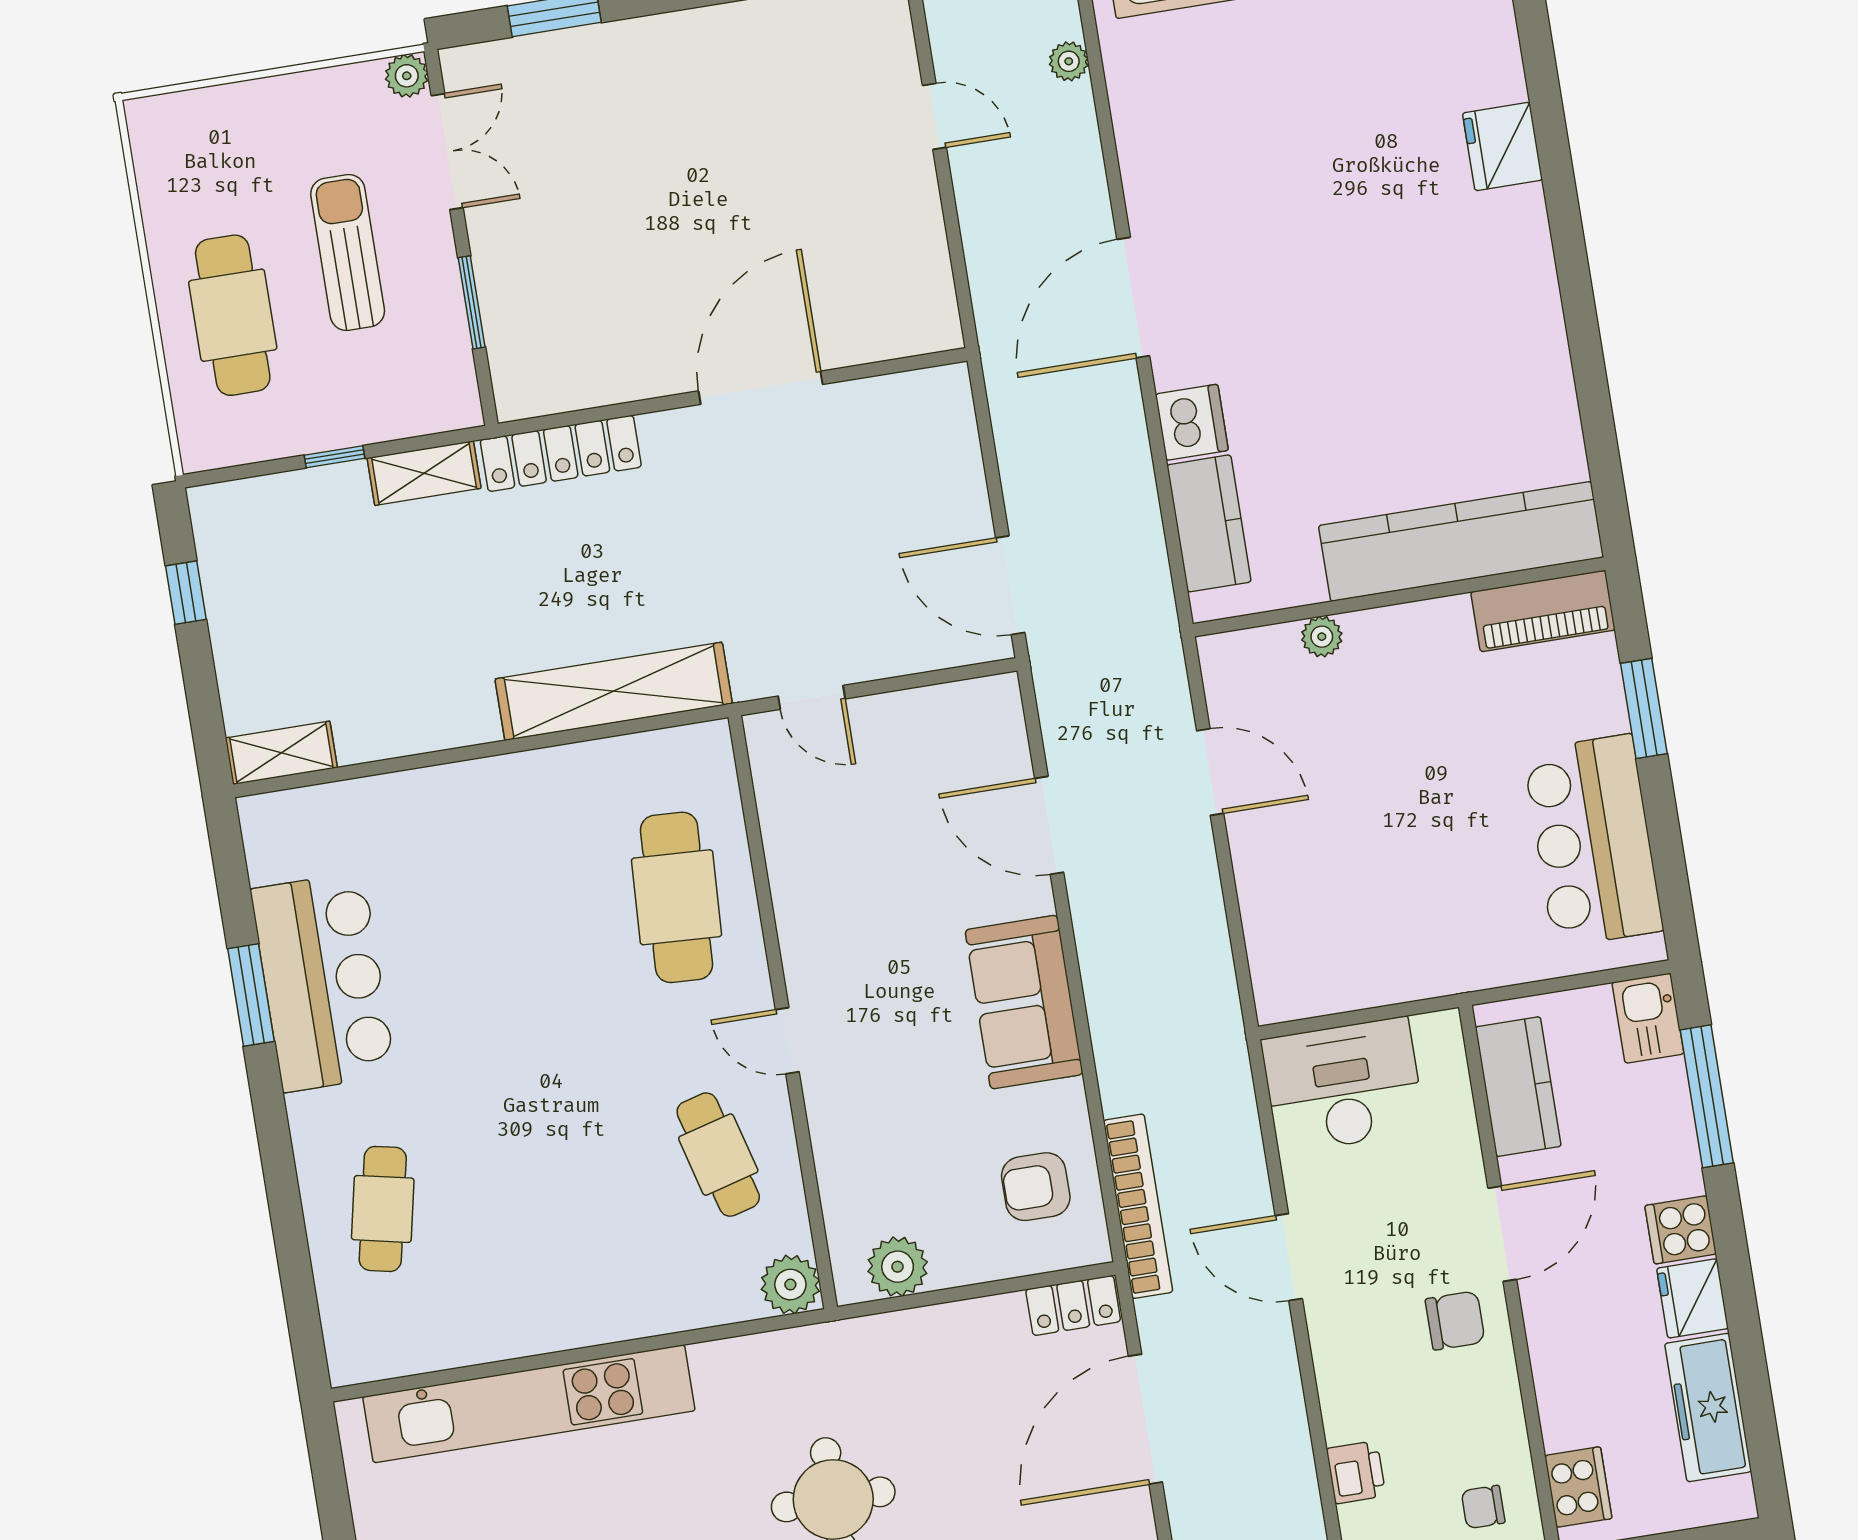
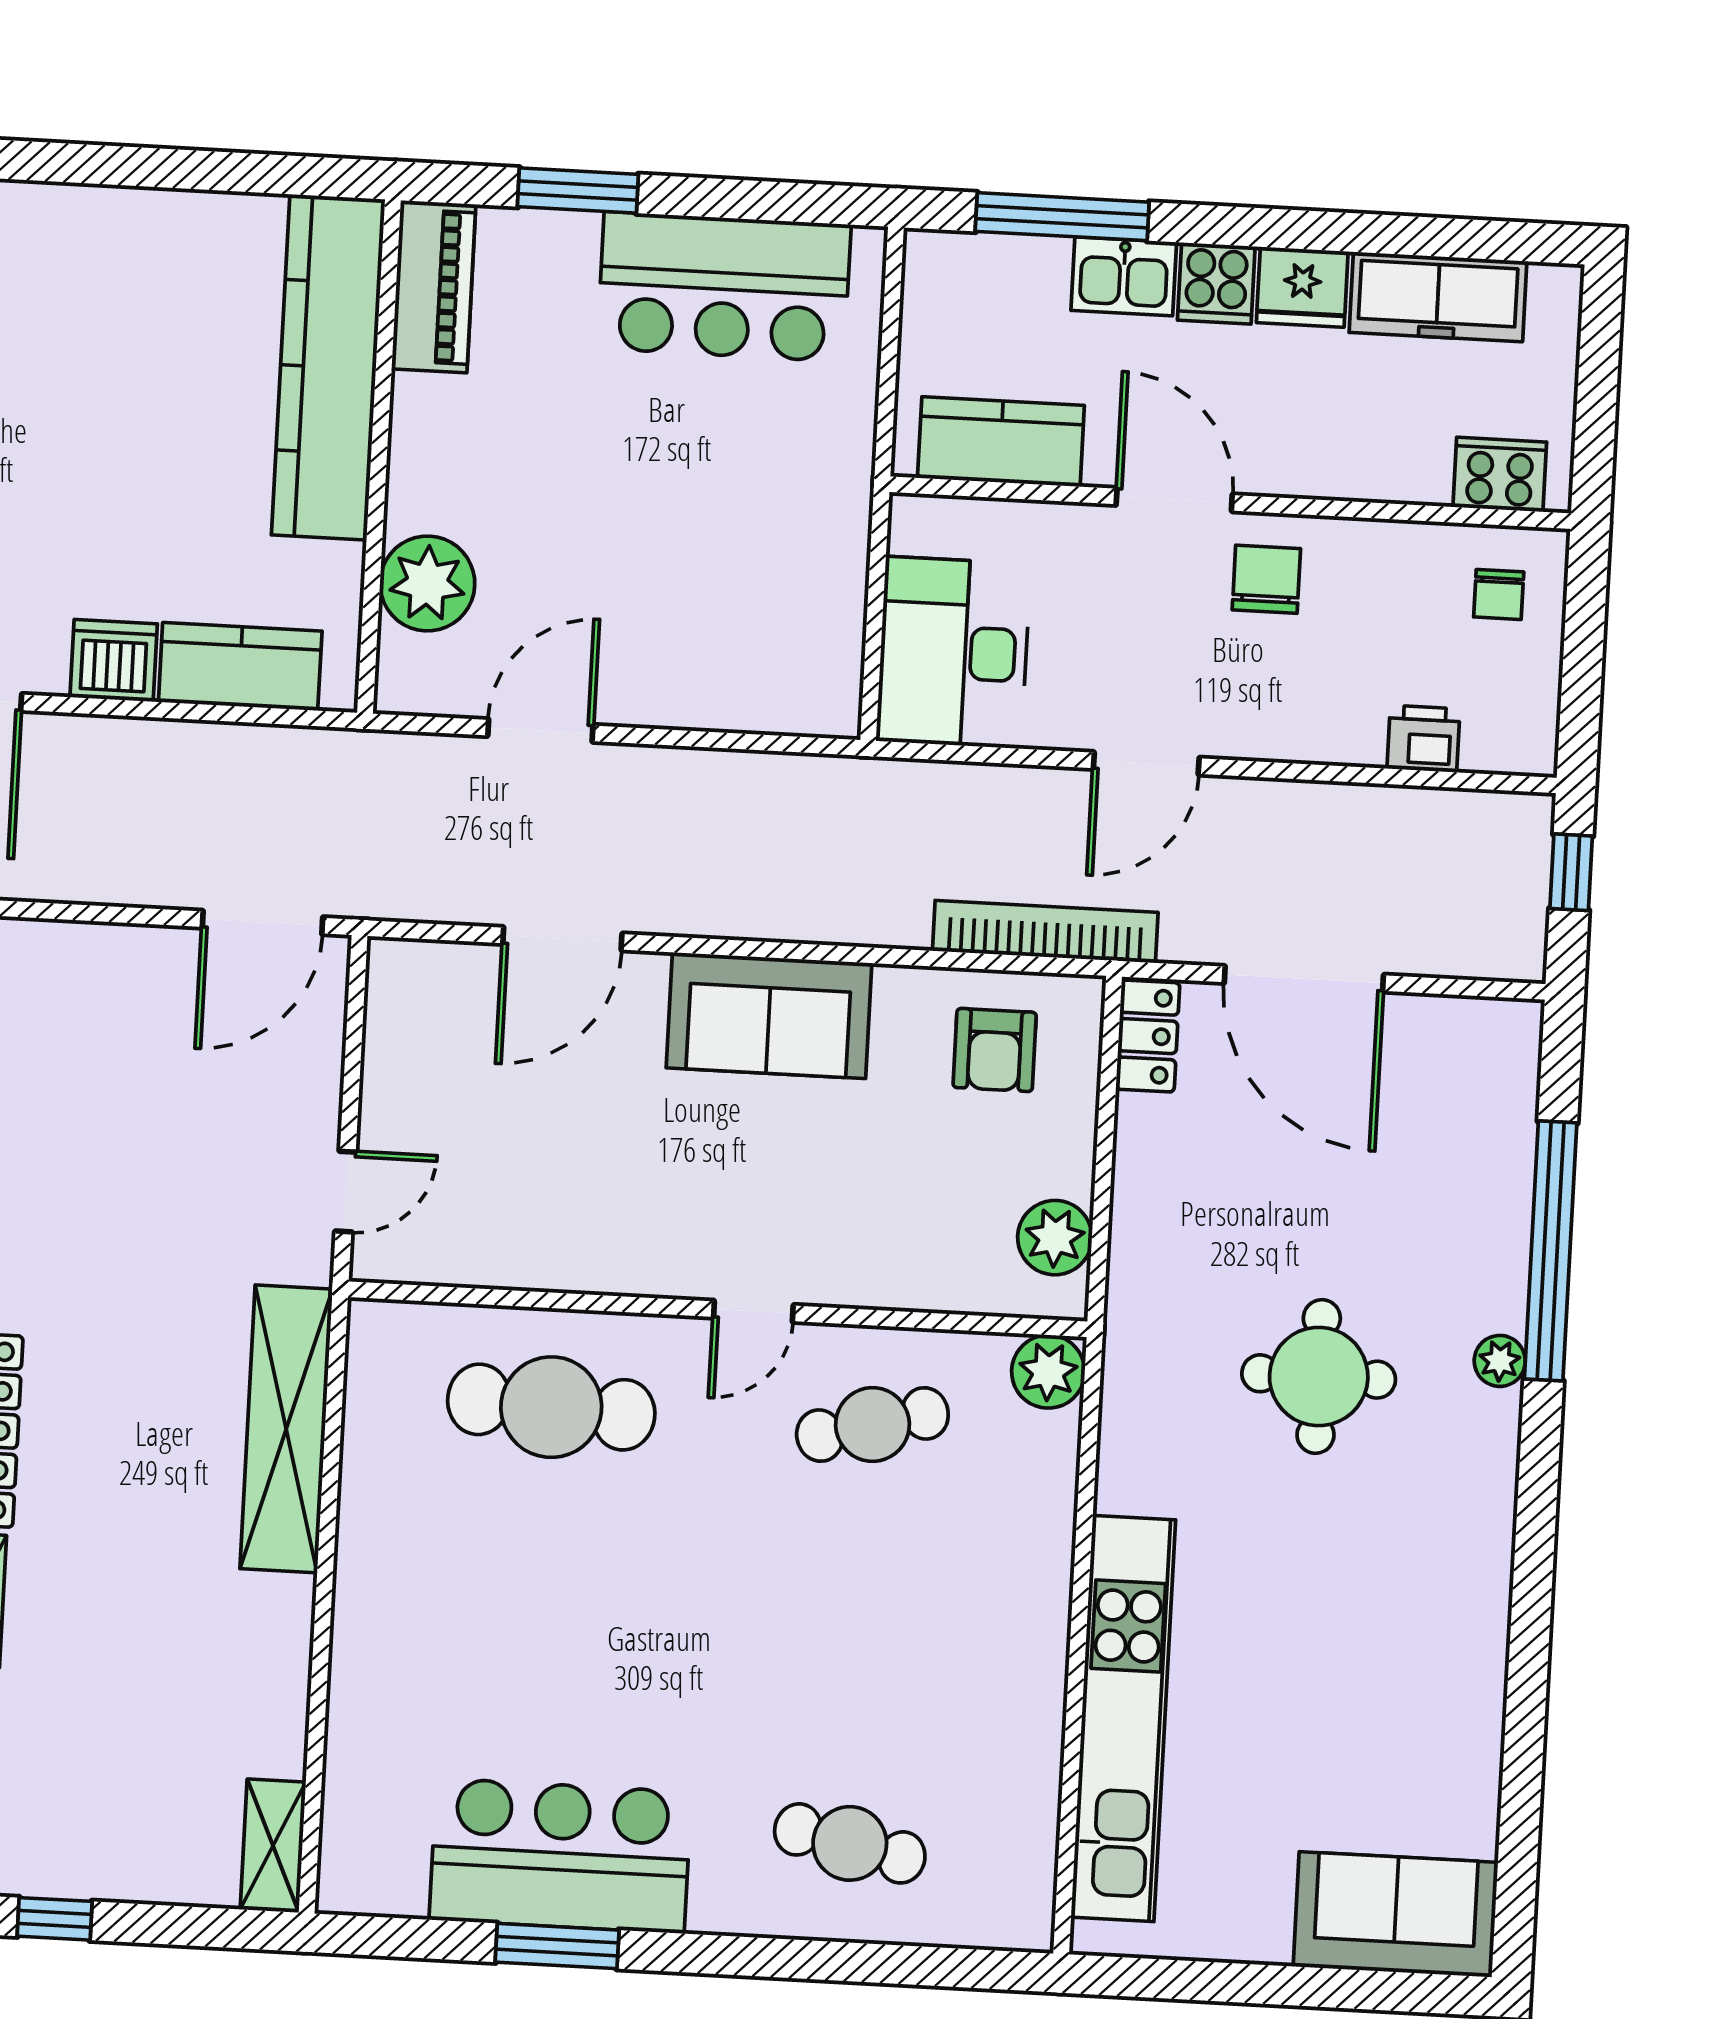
plant: (1322, 637) -> (427, 584), width x1.88, depth x1.88
kitchen sink: (1648, 1018) -> (1124, 276), moved

